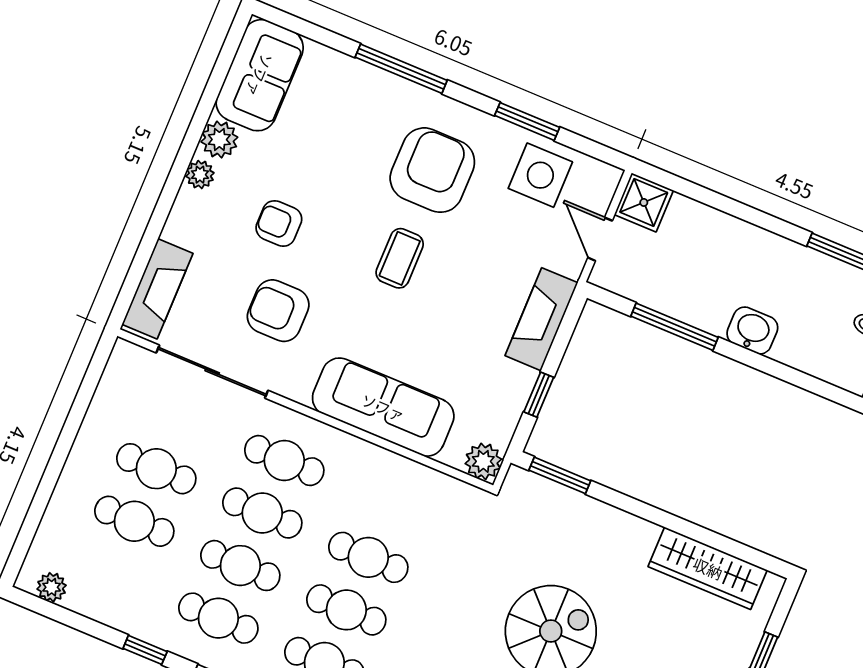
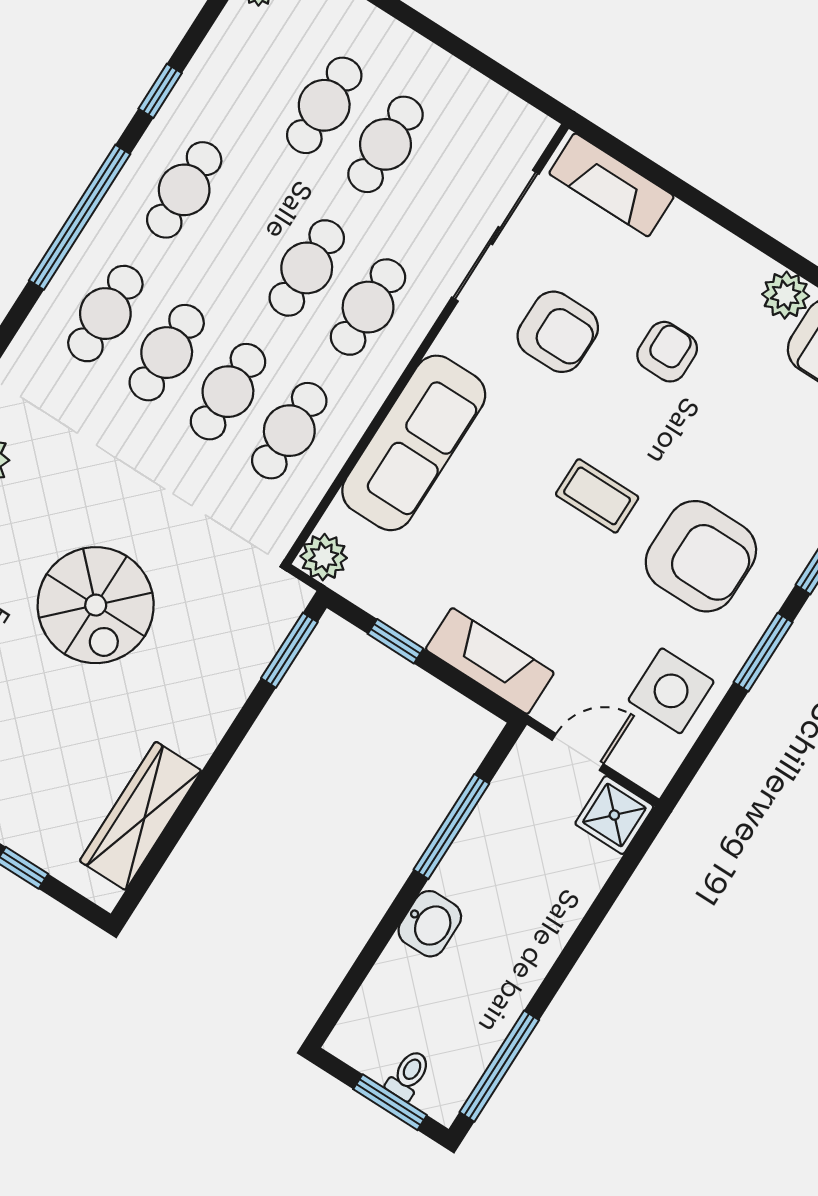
window: (527, 121) -> (763, 652), moved
plant: (200, 175) -> (746, 263), removed
armchair: (278, 311) -> (558, 332), turned 90
cafe table: (240, 566) -> (289, 431), moved

